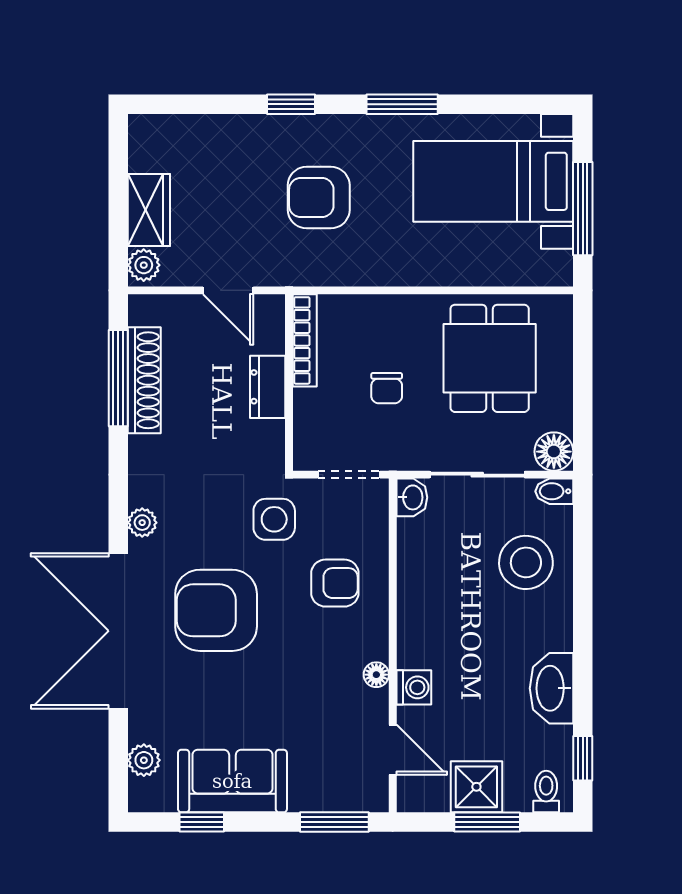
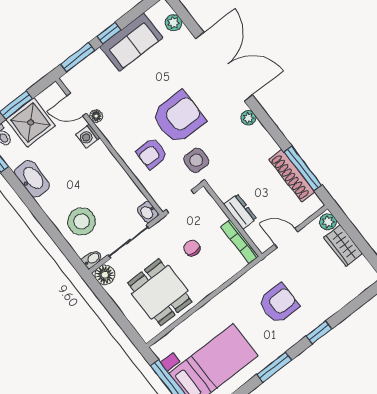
armchair: (216, 610) -> (178, 117), moved
floor lamp: (376, 675) -> (96, 116), moved
shower: (476, 787) -> (31, 122), width x1.36, depth x1.36
window: (202, 822) -> (109, 33), moved

